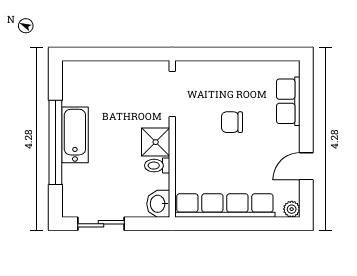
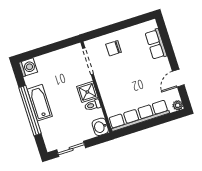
washing machine: (74, 73) -> (28, 67), added
chair: (232, 122) -> (114, 48), moved

